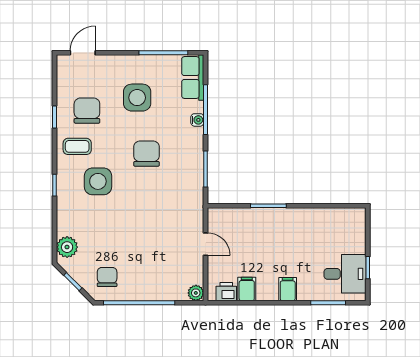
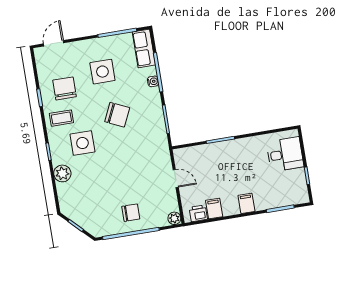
chair: (146, 154) -> (117, 115), turned 115
plant: (67, 247) -> (62, 173), moved
desk: (345, 274) -> (285, 154), moved
chair: (107, 277) -> (131, 213), moved, turned 90

